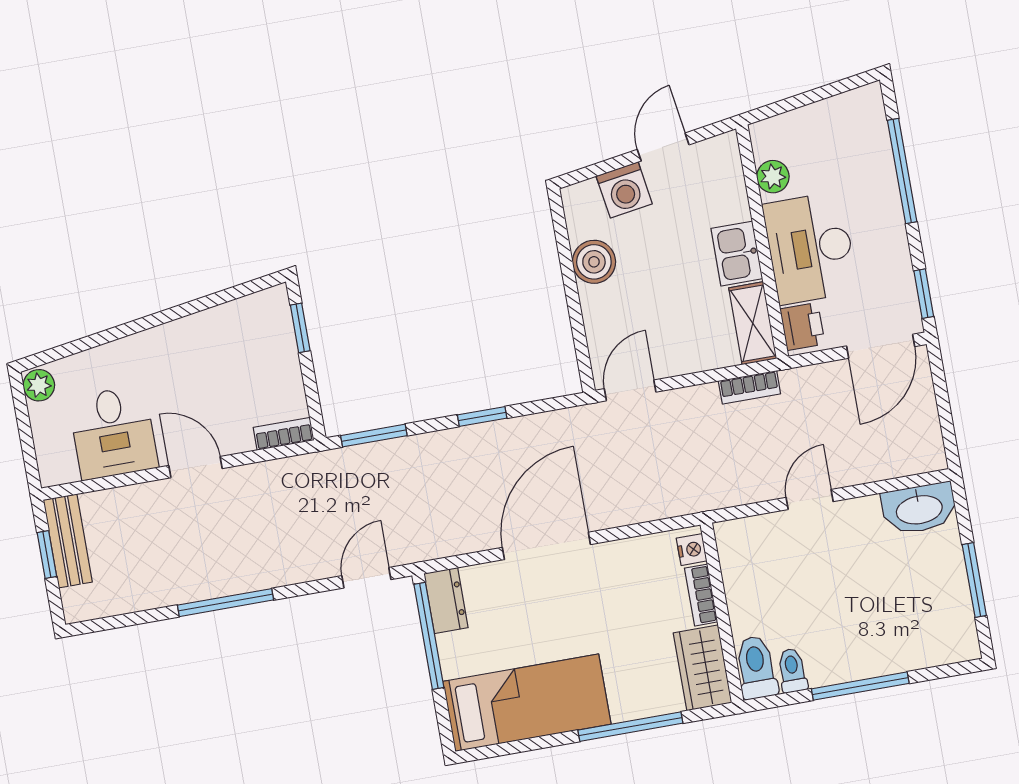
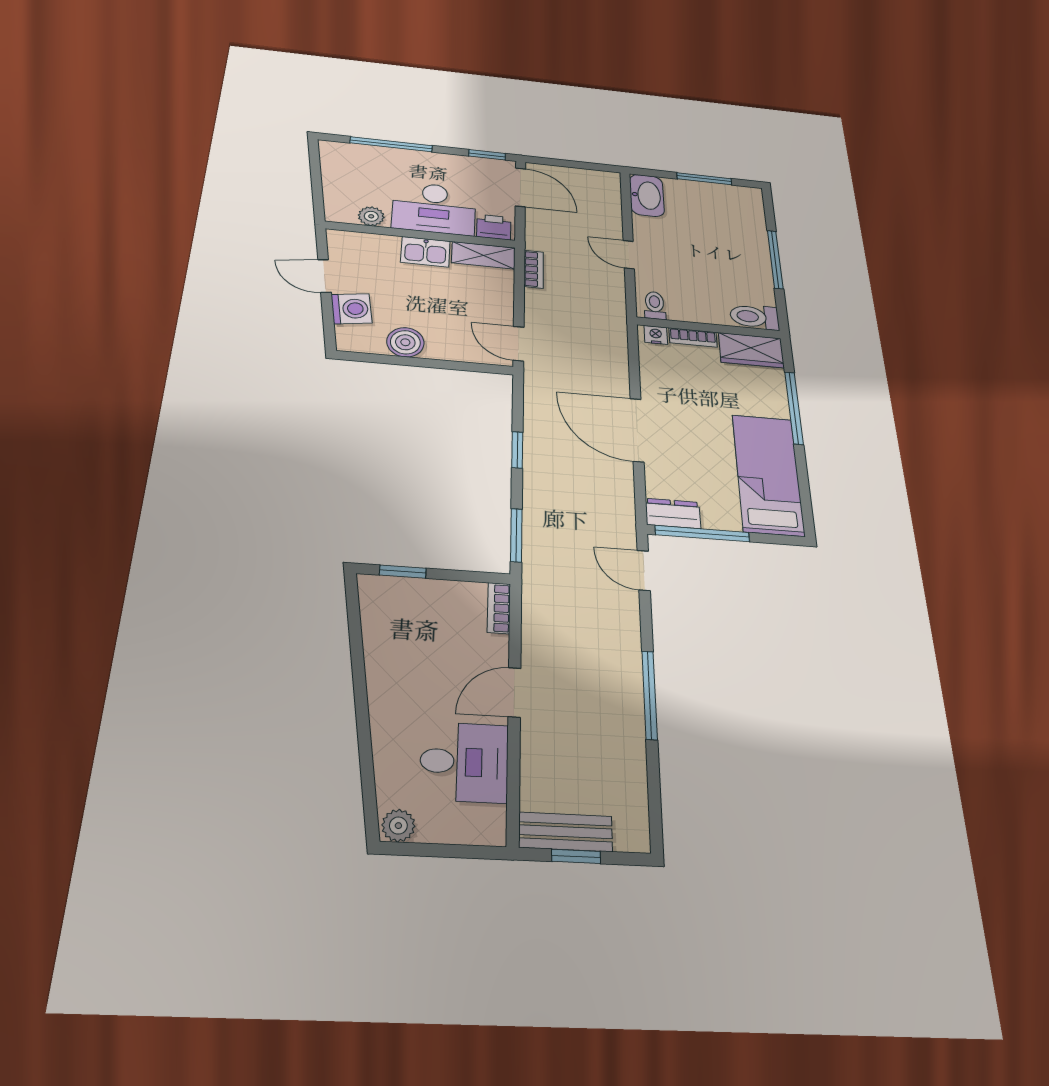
toilet: (792, 670) -> (655, 305), moved, turned 90

